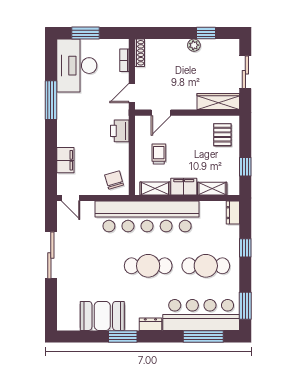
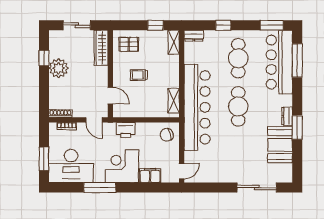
plant: (194, 45) -> (59, 68), width x1.87, depth x1.87
corner desk: (77, 127) -> (122, 166), added
trolley: (159, 154) -> (139, 75), moved
filing cabinet: (184, 187) -> (172, 77), removed
shelving: (212, 189) -> (174, 42), moved
sliding door: (51, 255) -> (257, 188), moved
dresser: (150, 324) -> (287, 116), moved

